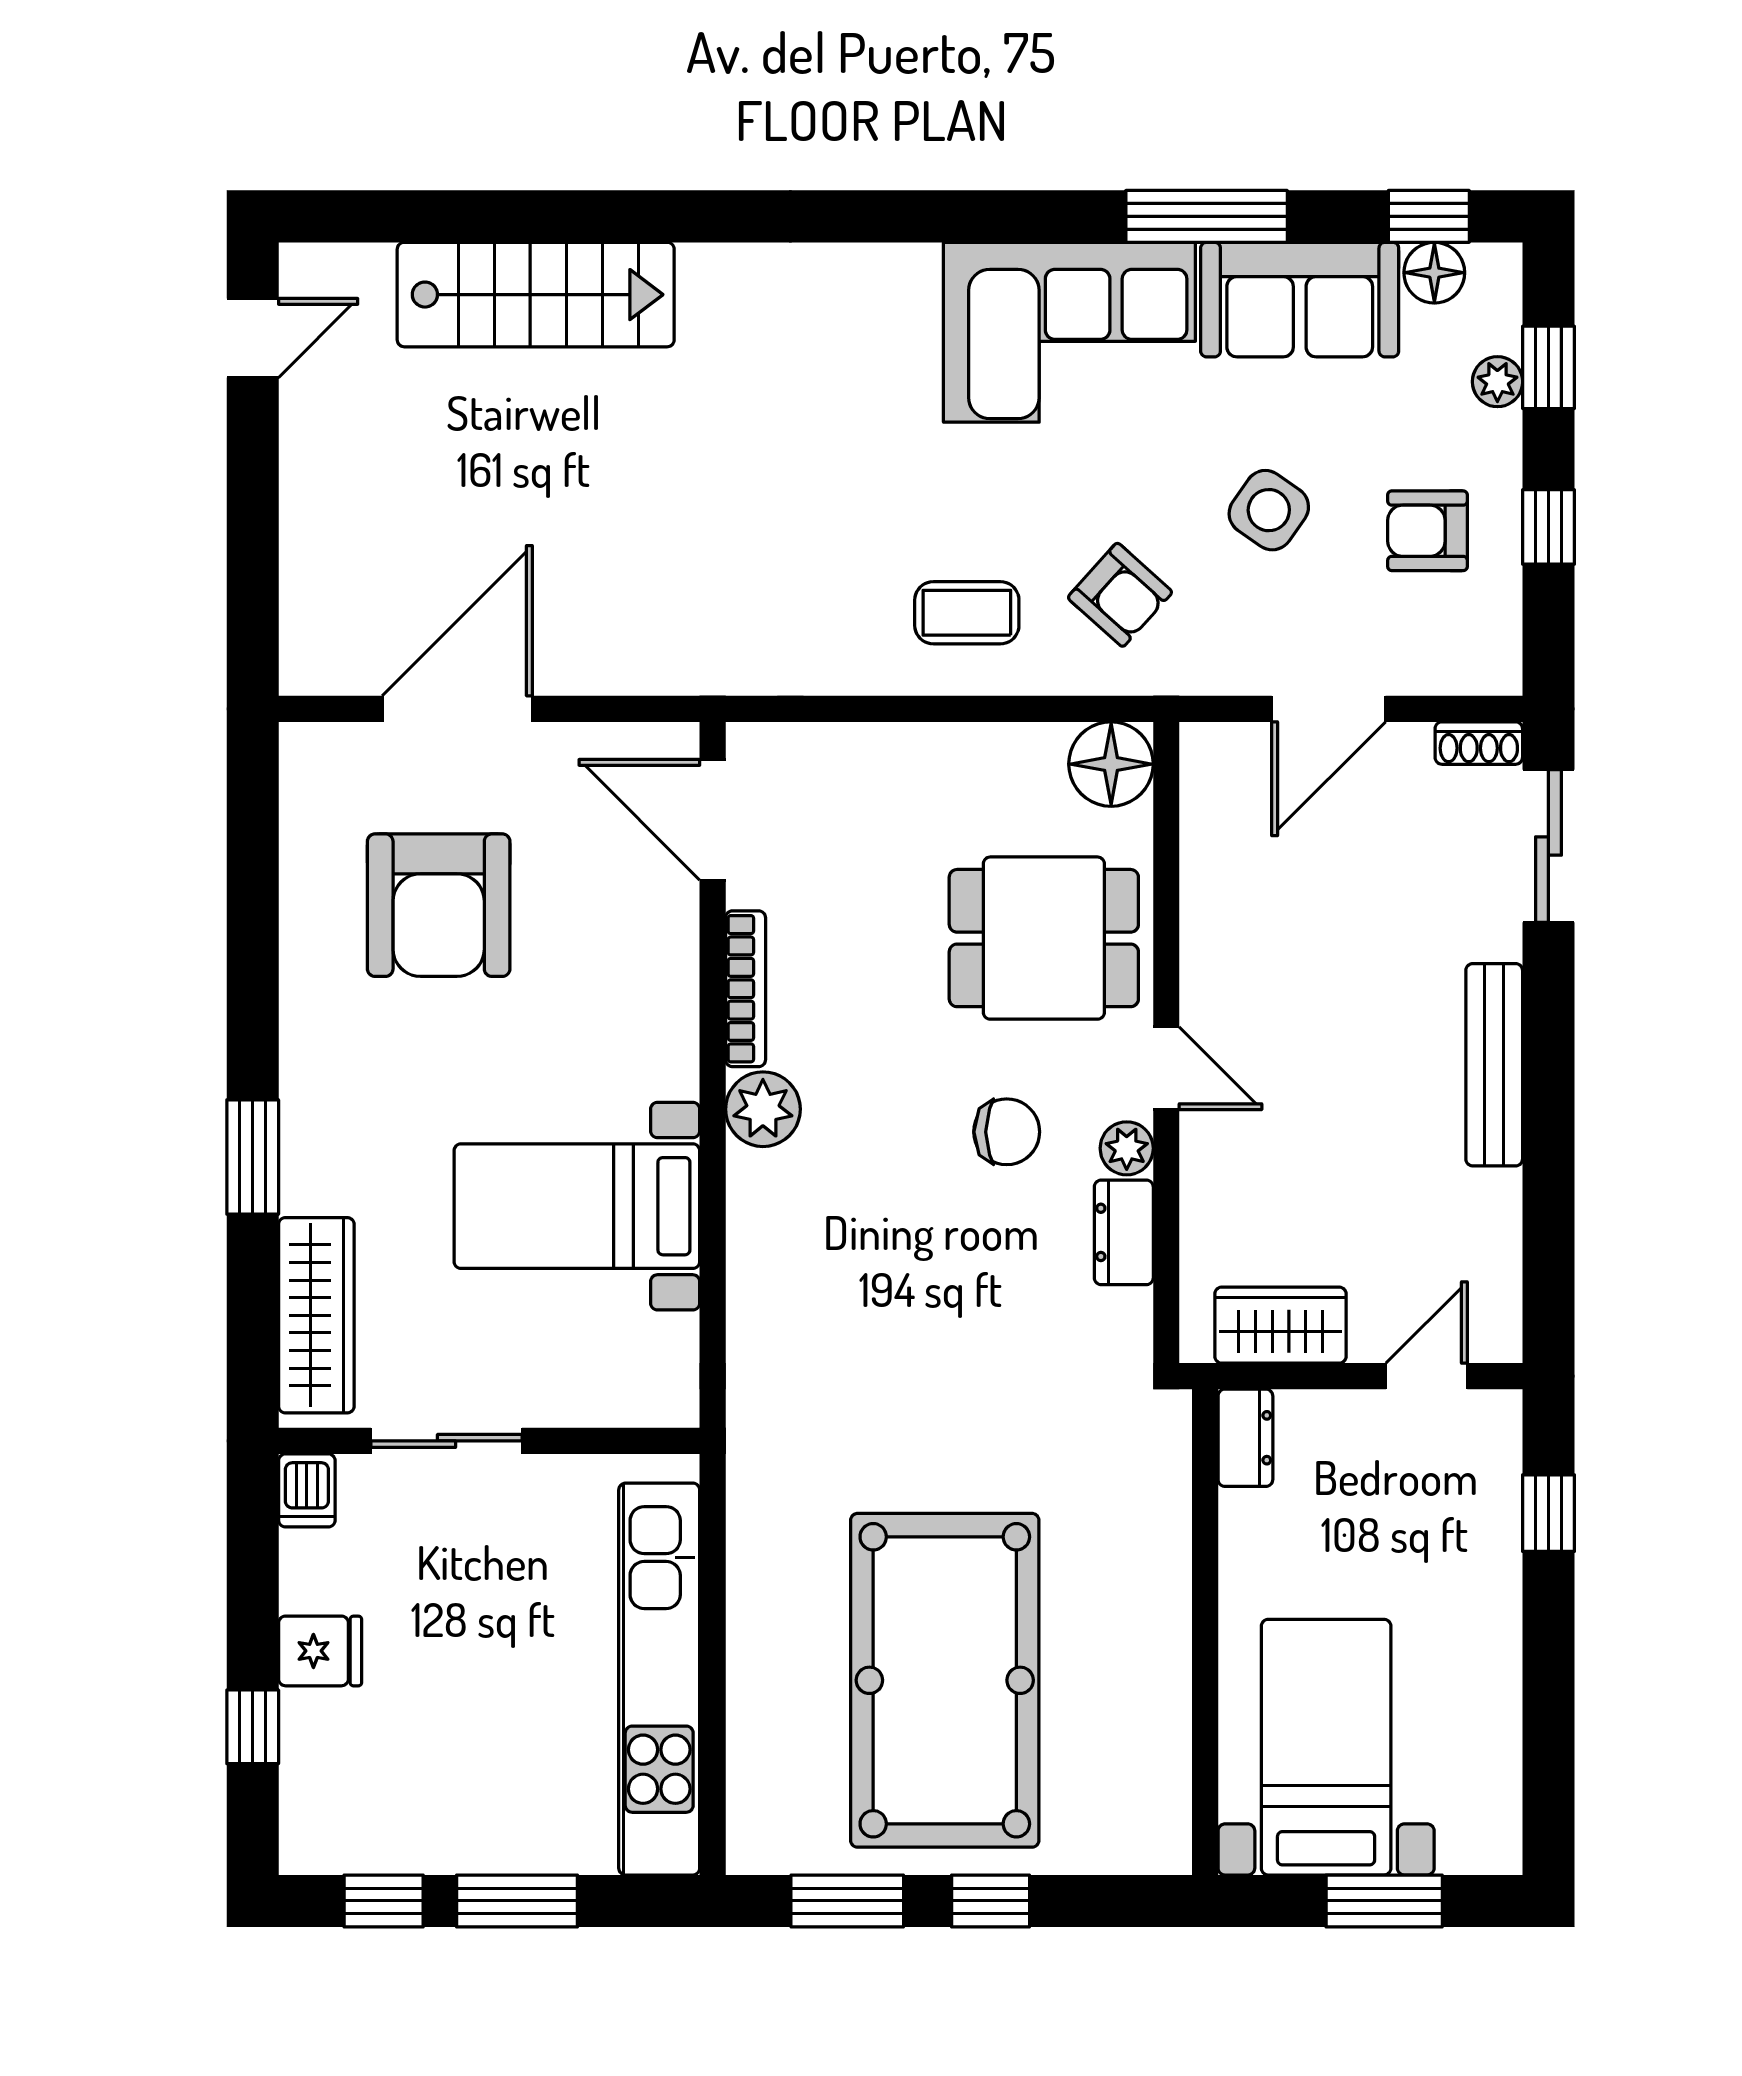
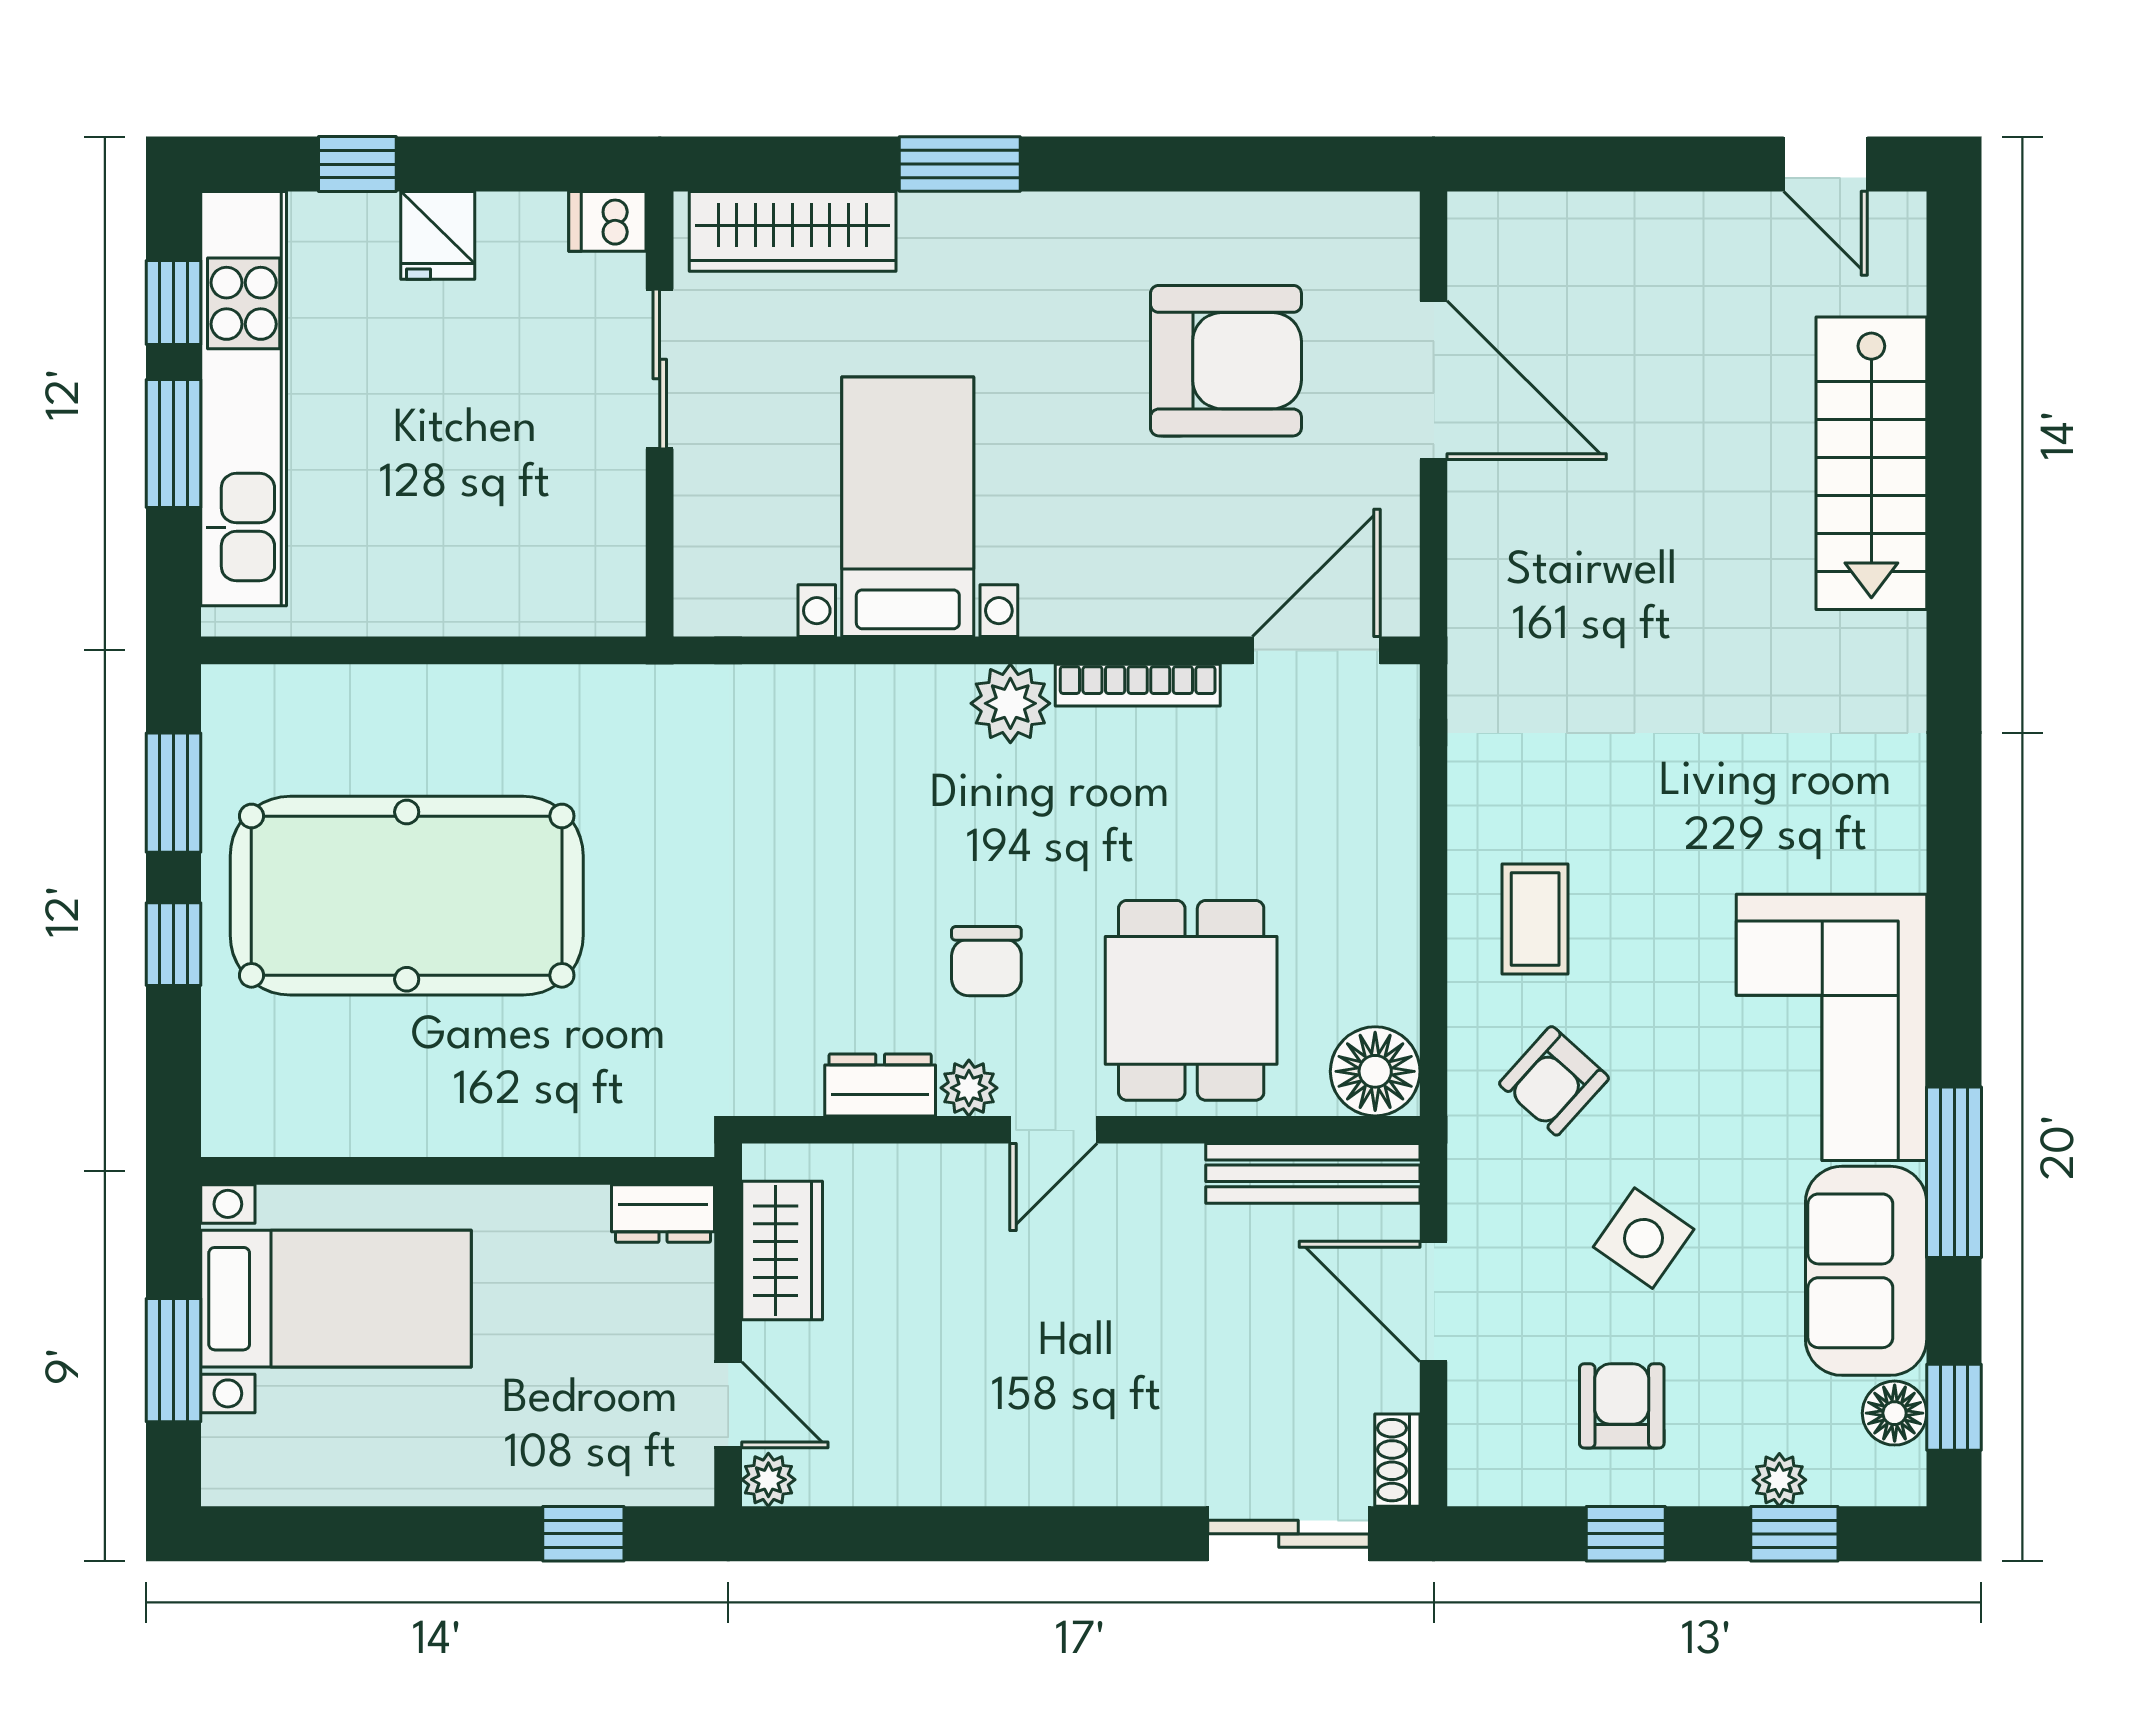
armchair: (439, 905) -> (1226, 361), turned 180
bench: (1494, 1065) -> (1313, 1173), moved
plant: (1497, 1338) -> (768, 1480), added
kitchen unit: (659, 1679) -> (244, 399), moved, turned 90

